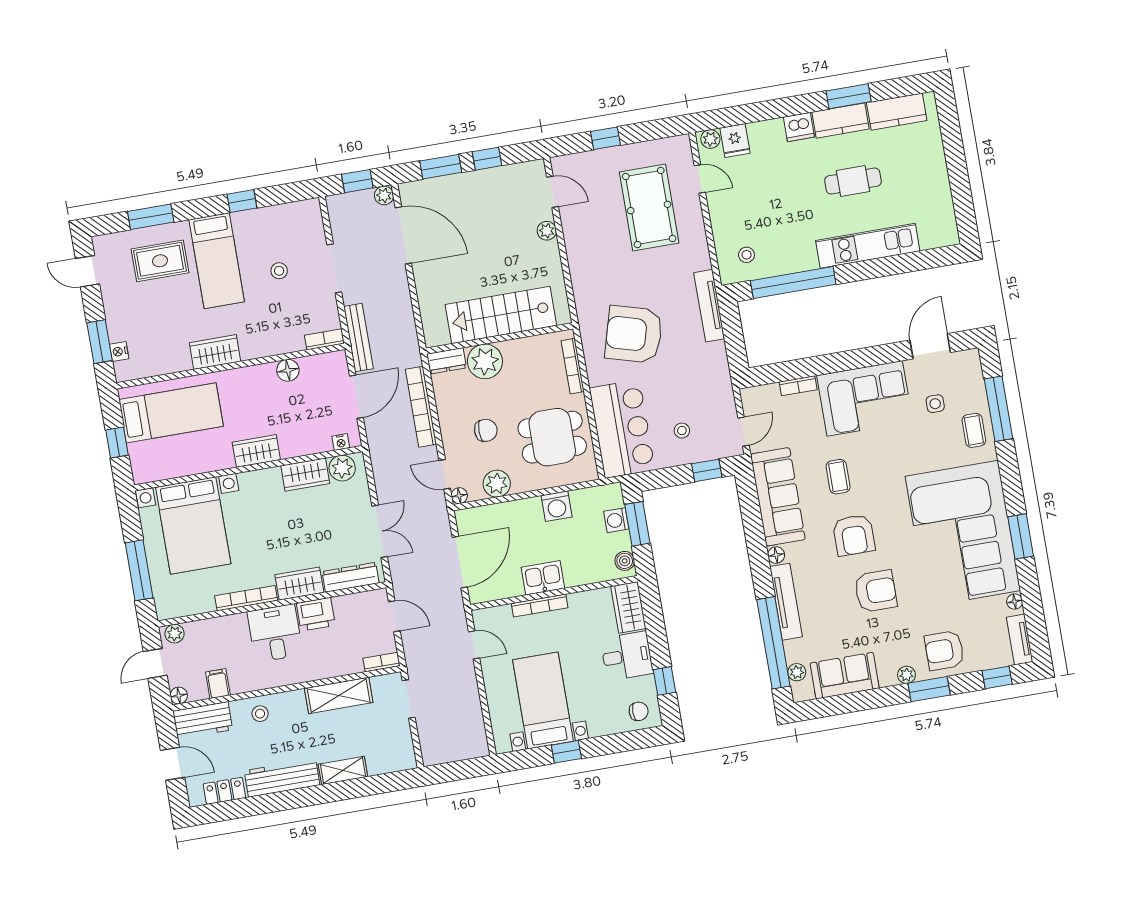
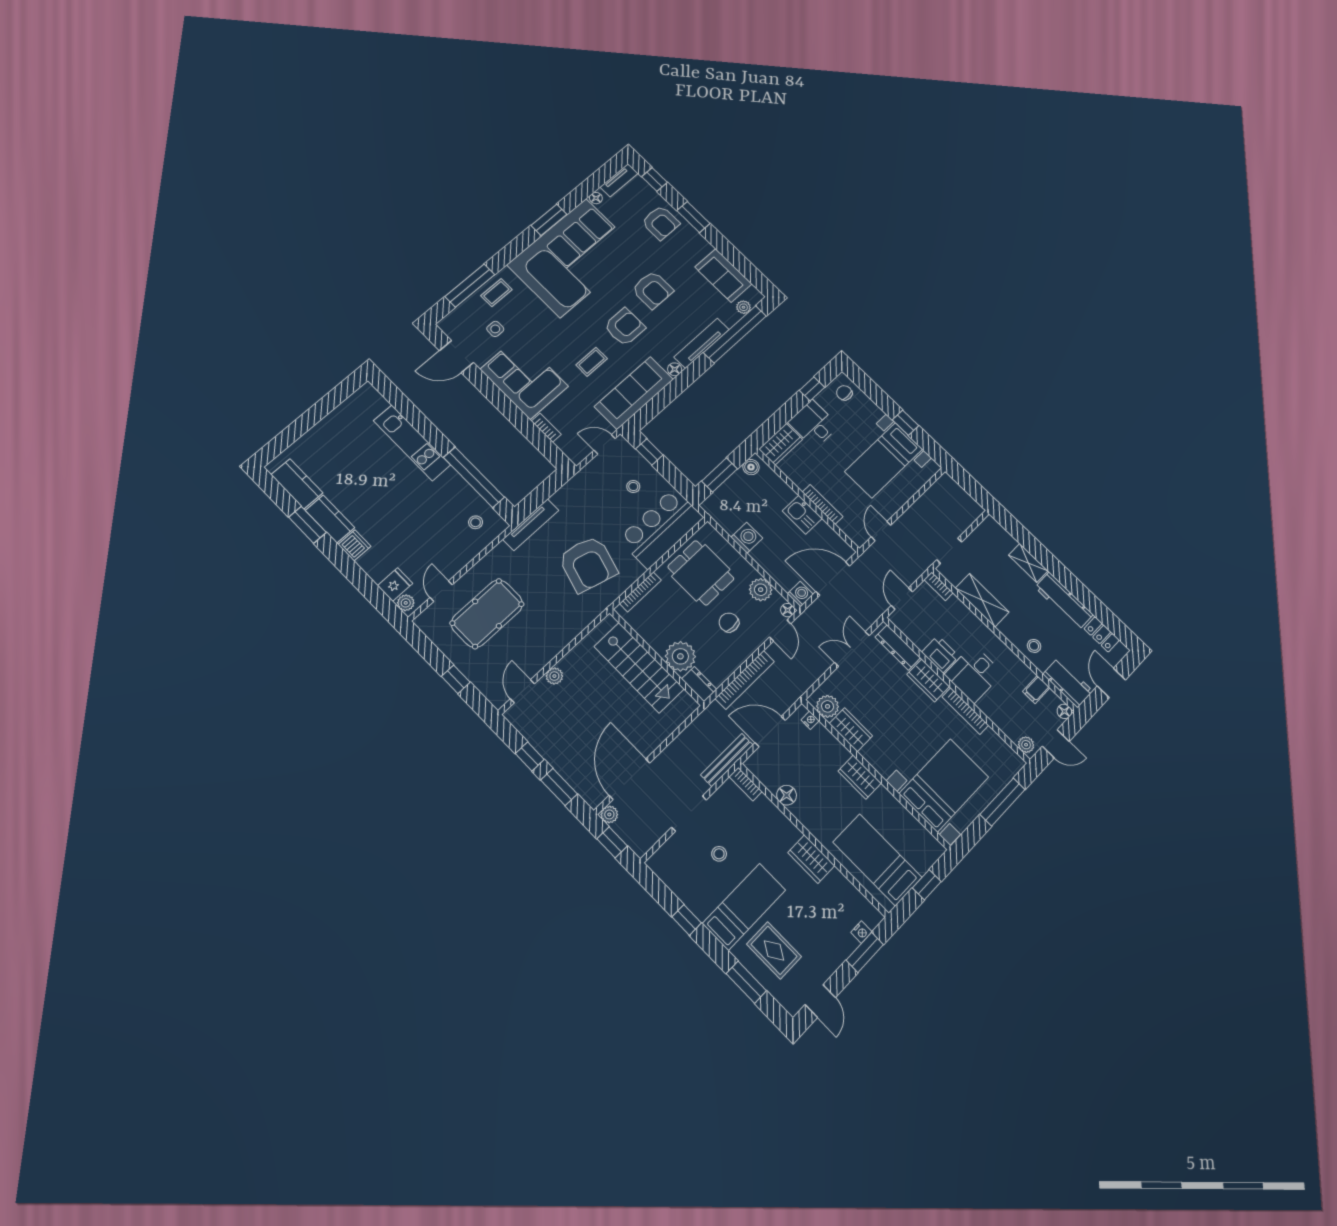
cafe table: (853, 181) -> (370, 482), removed
washing machine: (616, 520) -> (800, 594), moved, turned -90
armchair: (876, 591) -> (653, 290), turned 180
plant: (906, 675) -> (694, 237), removed

